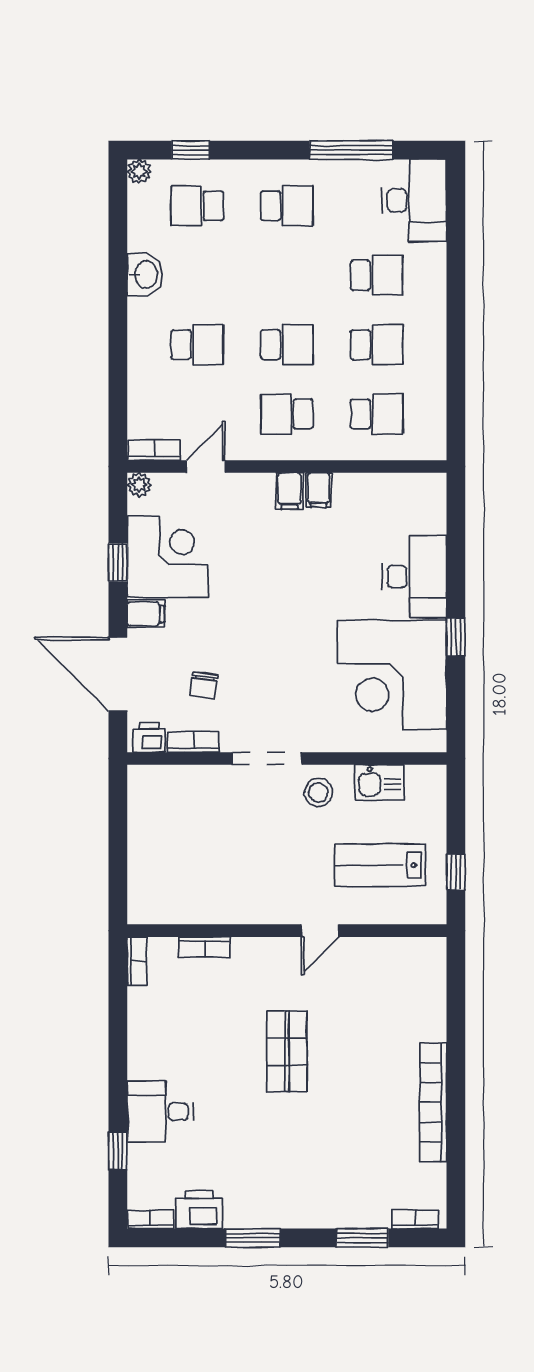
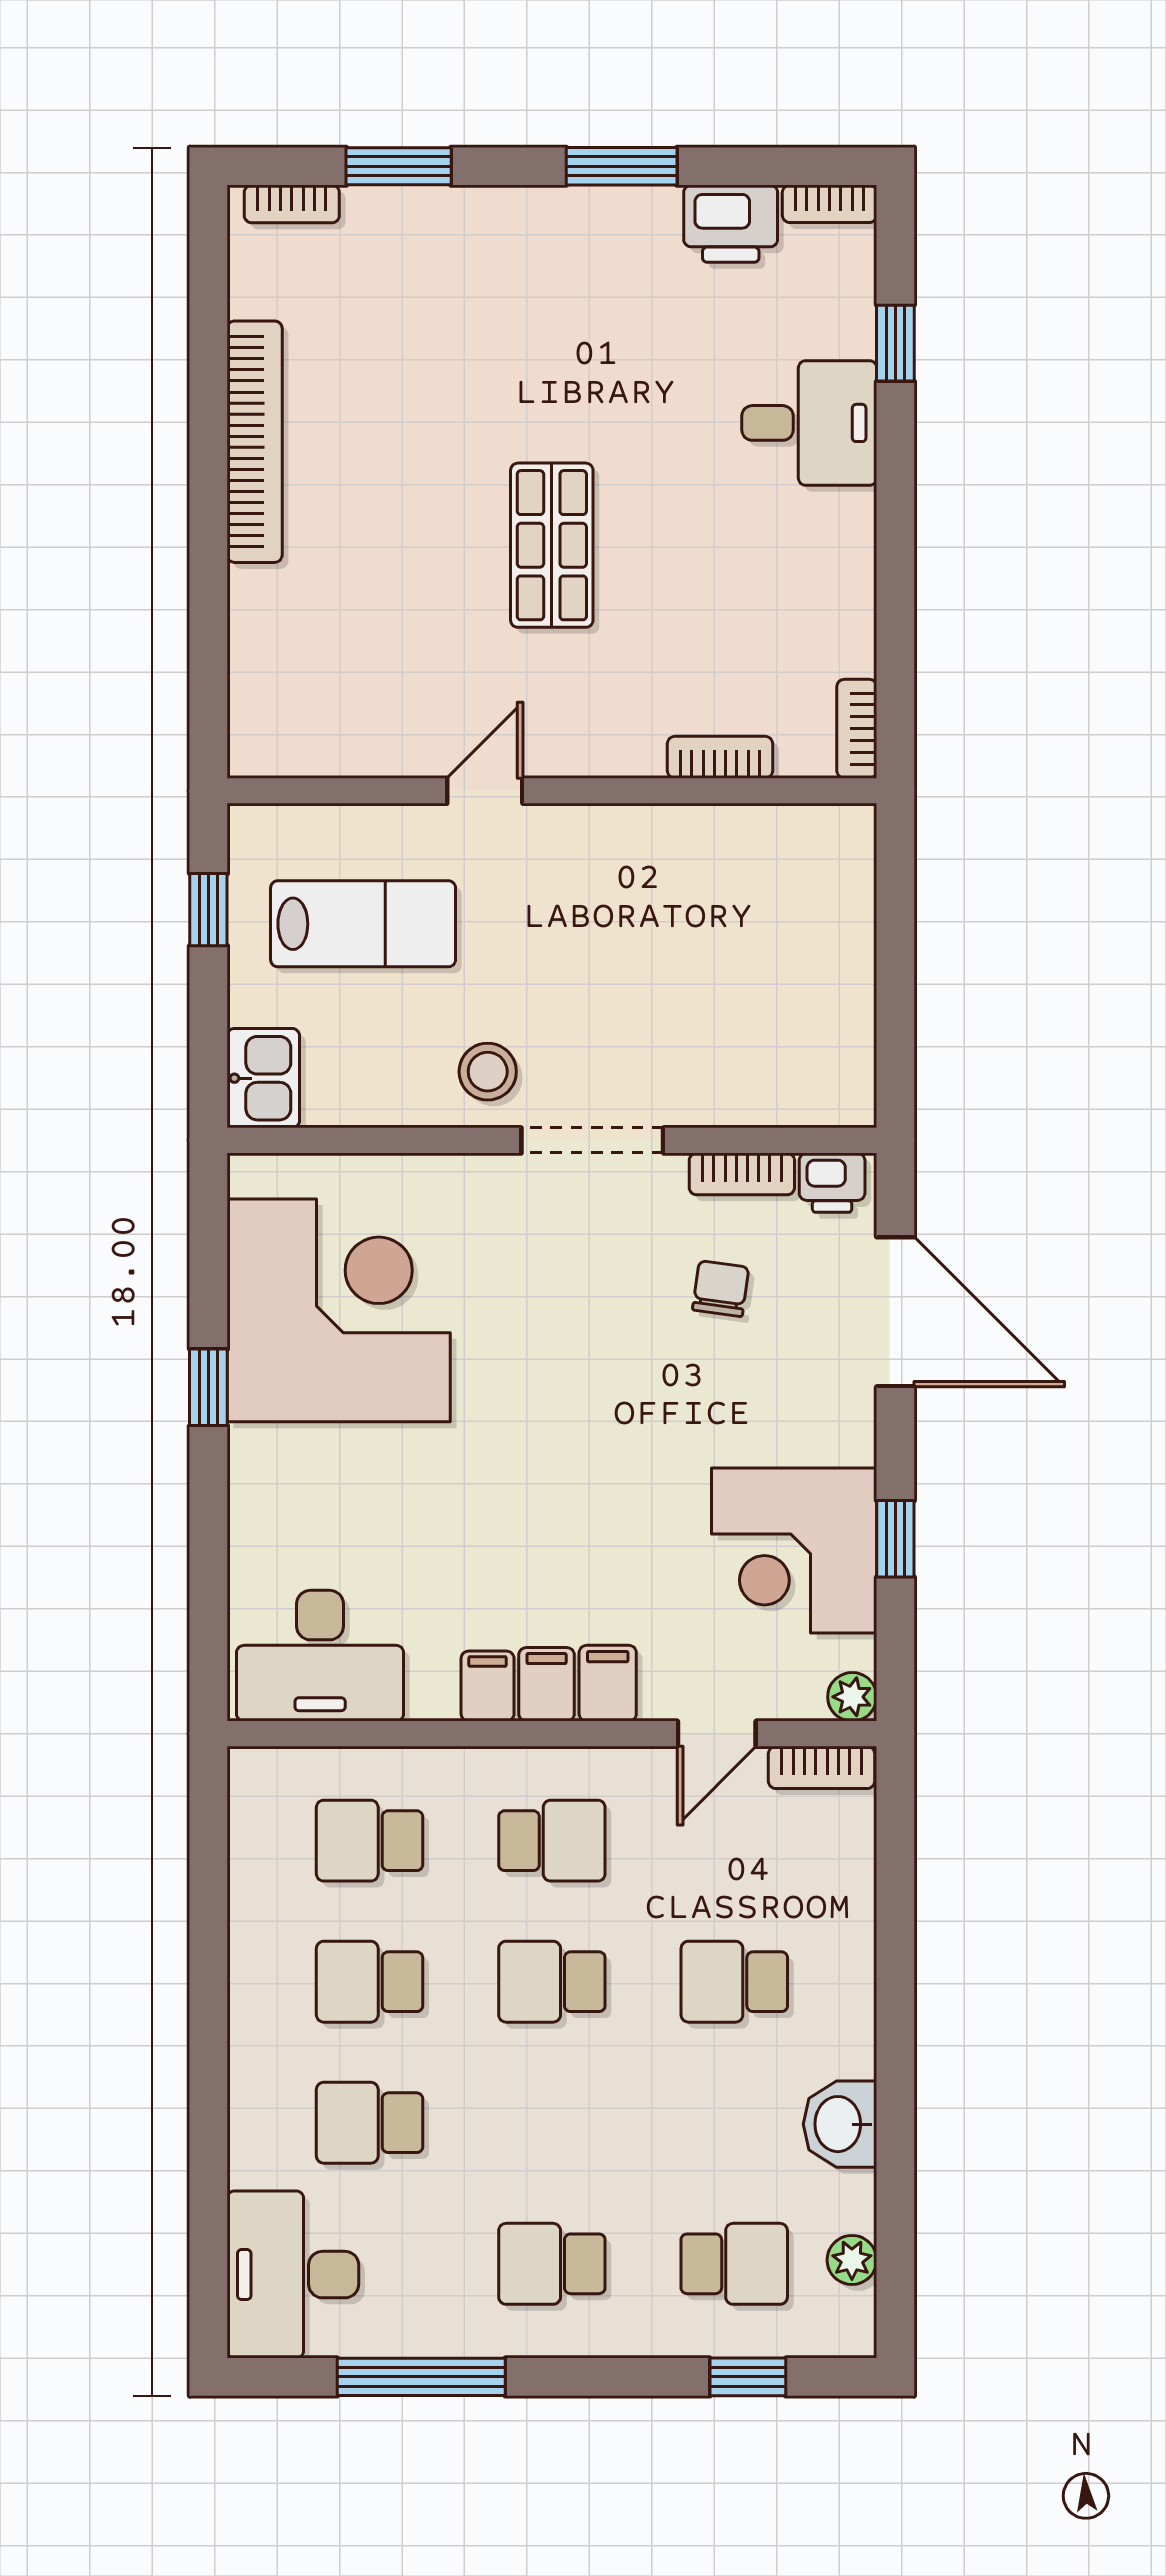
plant: (139, 171) -> (852, 2260), moved
desk: (414, 577) -> (320, 1656), moved, turned -90
filing cabinet: (146, 614) -> (608, 1683), moved, turned 90
kitchen sink: (379, 782) -> (263, 1078), moved, turned 90

